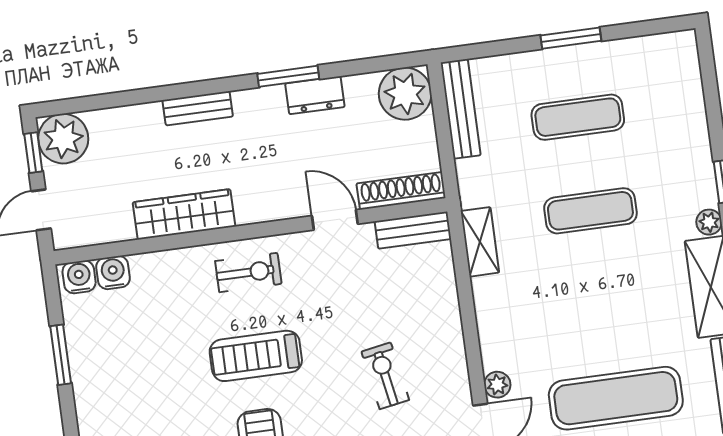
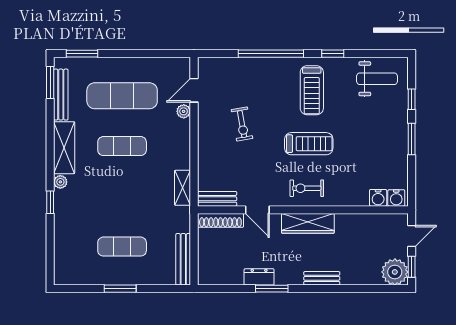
plant: (405, 94) -> (211, 271), removed
exercise mat: (590, 211) -> (122, 146), moved
wardrobe: (184, 214) -> (308, 223), moved
window: (61, 355) -> (412, 139), moved

